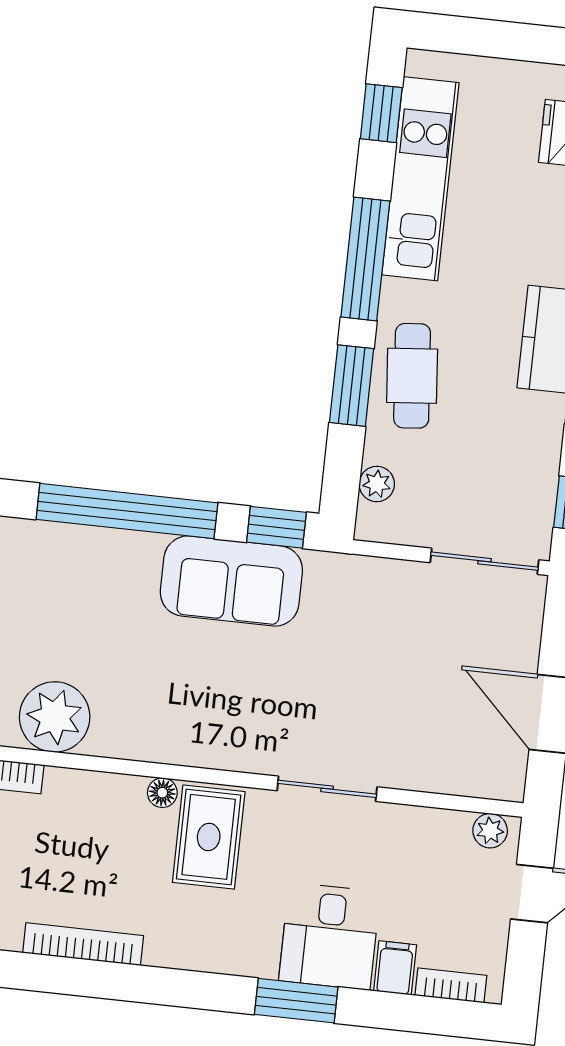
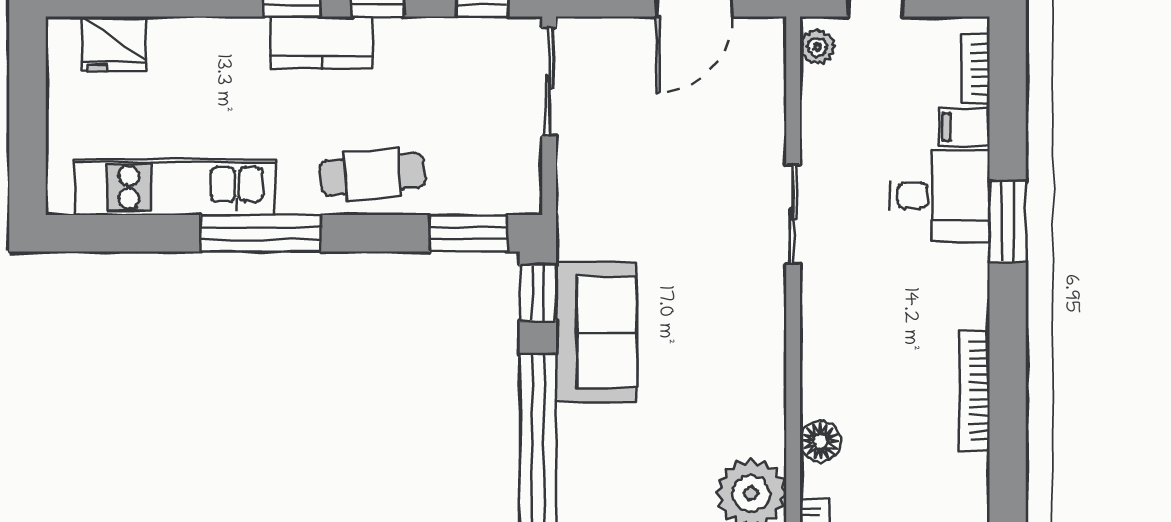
window: (381, 113) -> (114, 233), removed
window: (352, 386) -> (468, 233), moved
plant: (377, 484) -> (484, 198), removed
floor lamp: (162, 793) -> (820, 441), moved, width x1.37, depth x1.37
rug: (209, 837) -> (854, 327), removed
bookcase: (83, 944) -> (974, 391), moved

